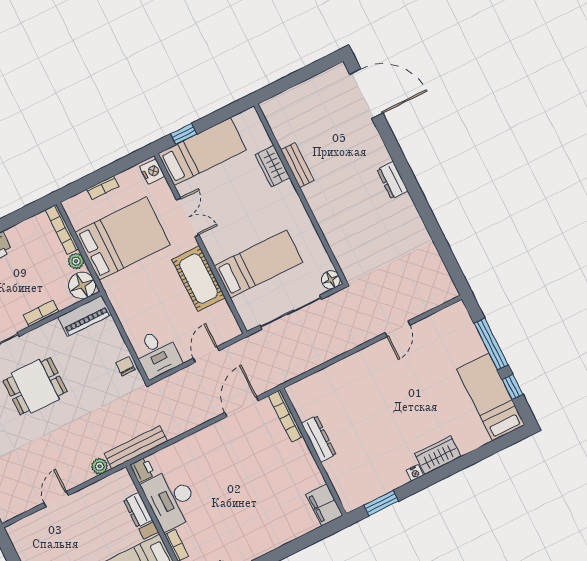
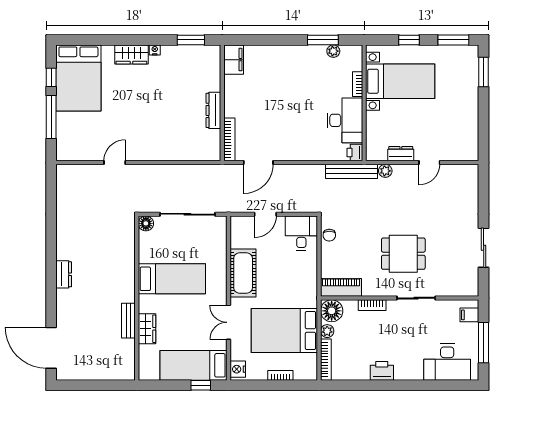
bed: (258, 264) -> (172, 279), moved, turned 180
bed: (491, 397) -> (78, 78), width x1.50
dresser: (138, 510) -> (401, 154), moved, turned -90

